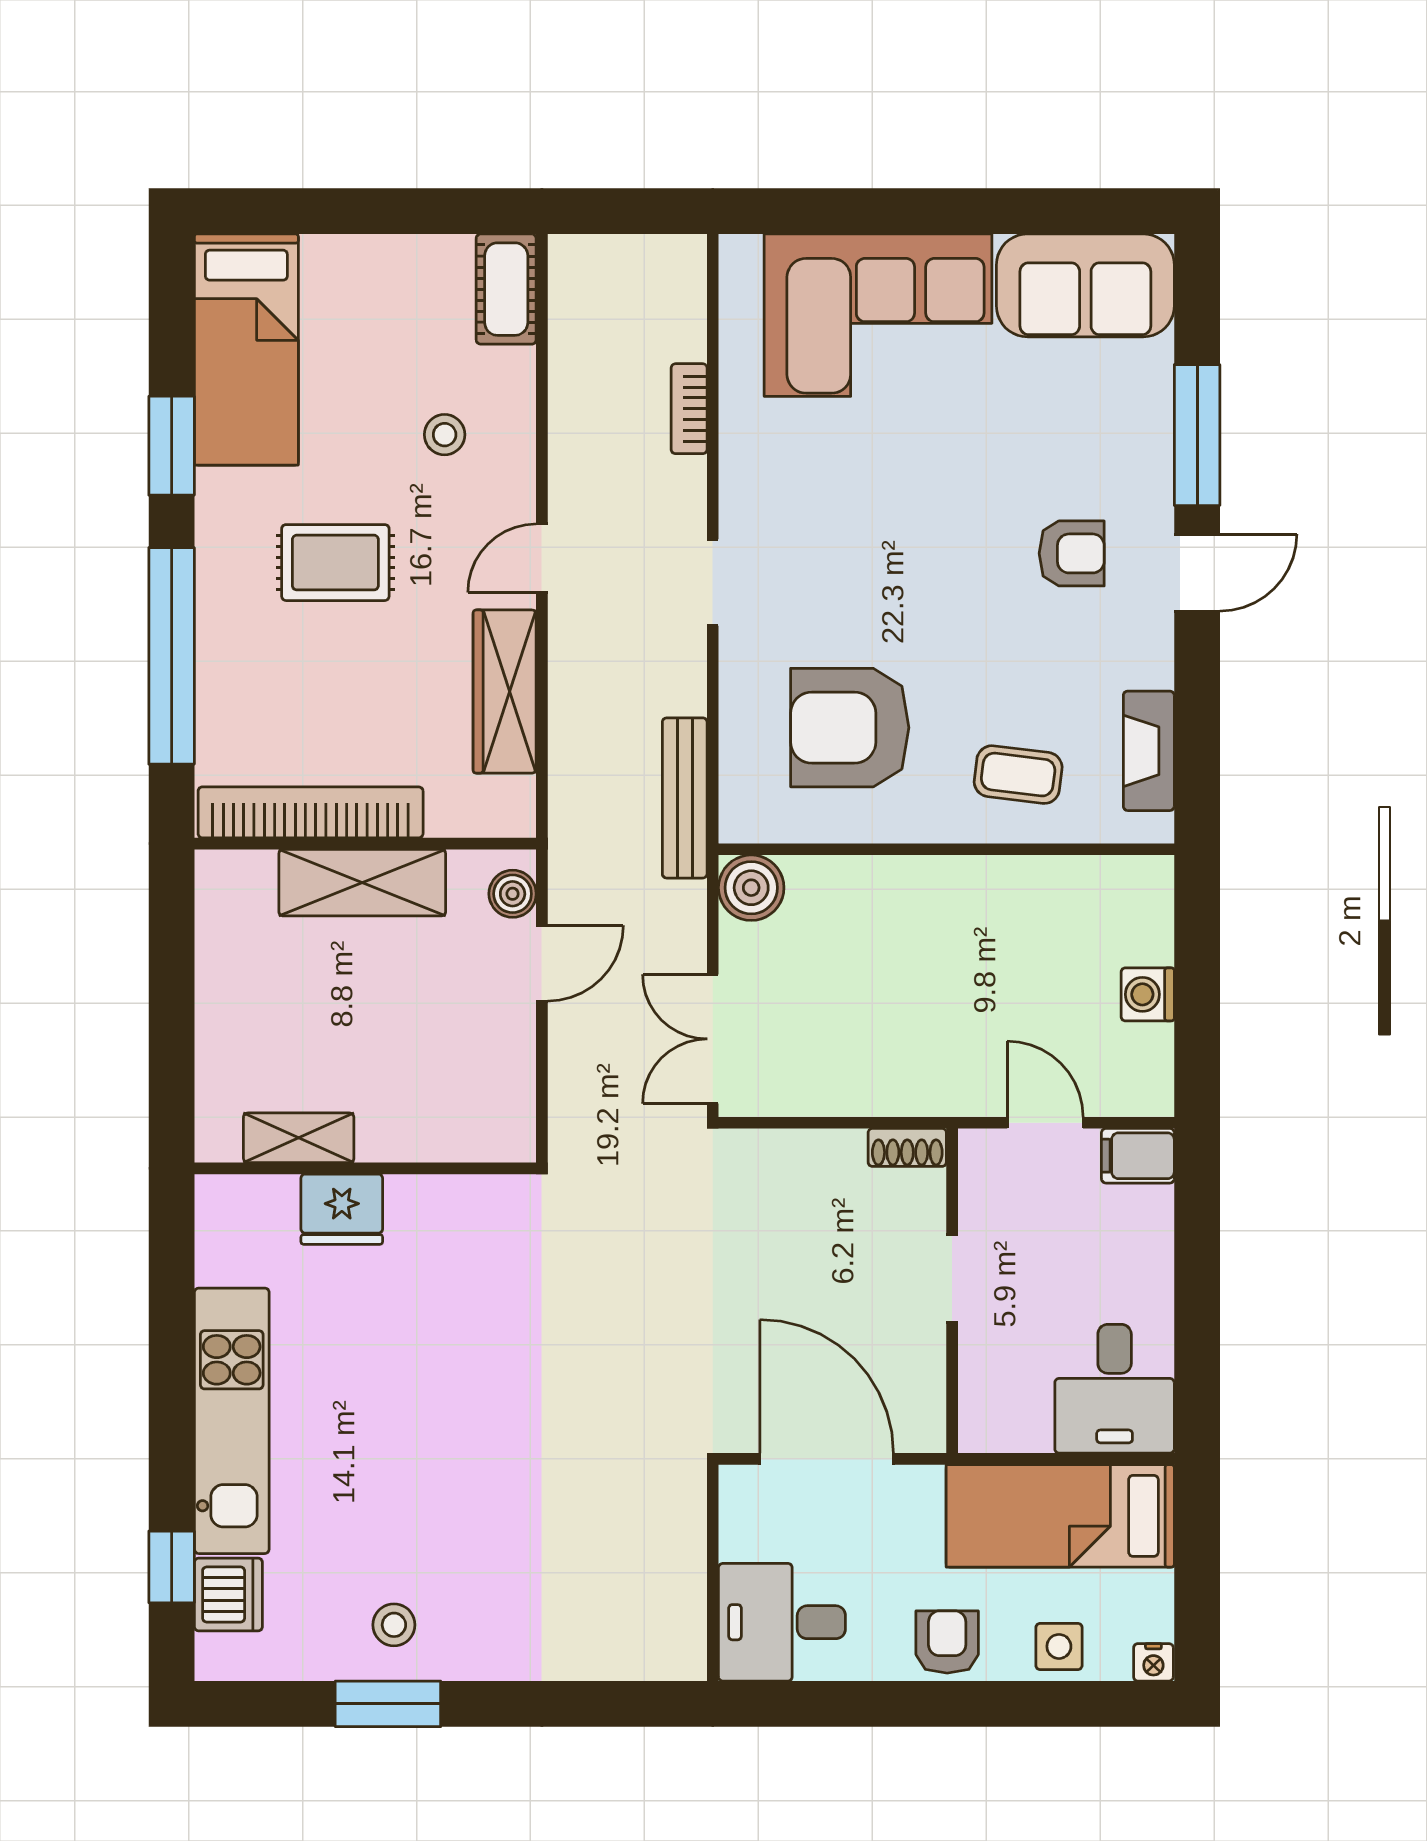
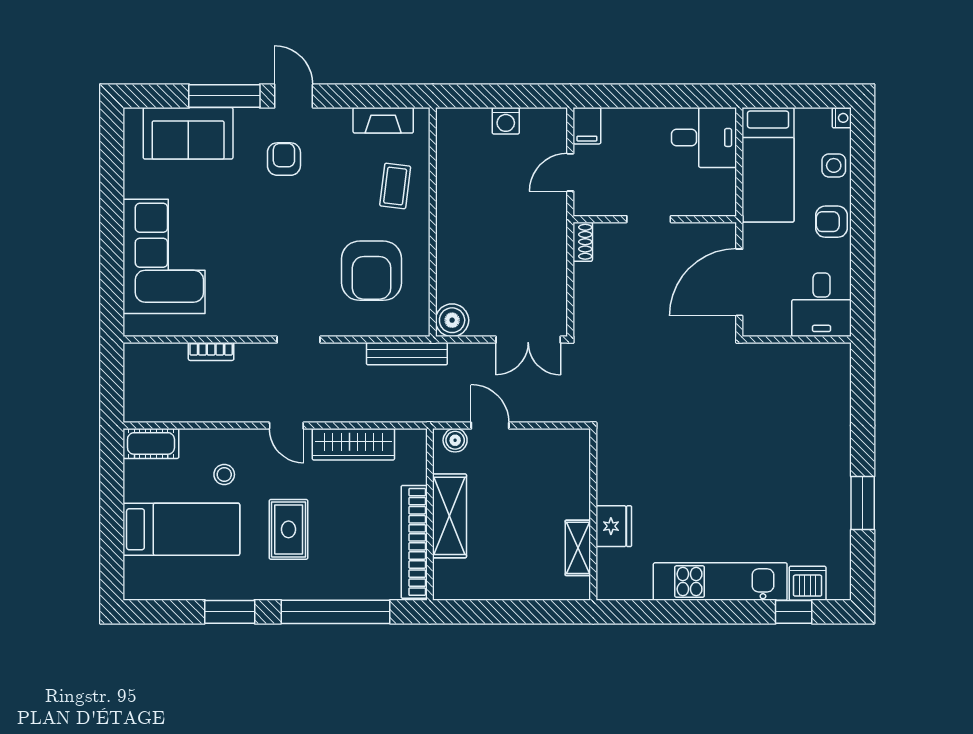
sofa: (1085, 285) -> (188, 133), moved, turned 90
bed: (246, 350) -> (181, 529), moved
stool: (394, 1625) -> (823, 500), removed

